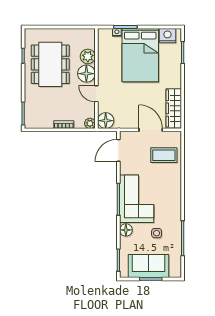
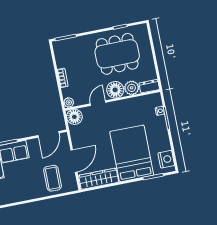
dresser: (90, 38) -> (149, 86), added
bed: (140, 55) -> (132, 153), moved, turned 90
door: (118, 150) -> (48, 134), swing flipped

